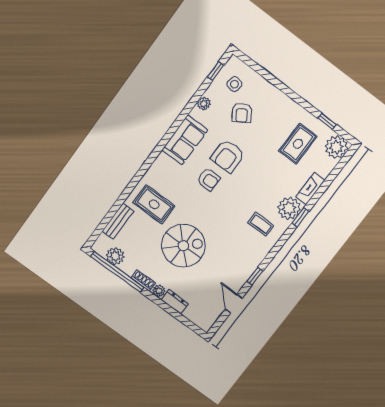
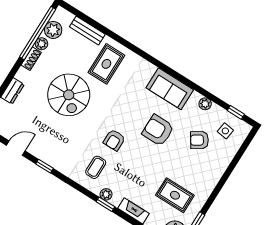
armchair: (208, 179) -> (114, 140), moved
plant: (289, 208) -> (106, 194), width x0.53, depth x0.53
plant: (159, 291) -> (42, 44), moved

